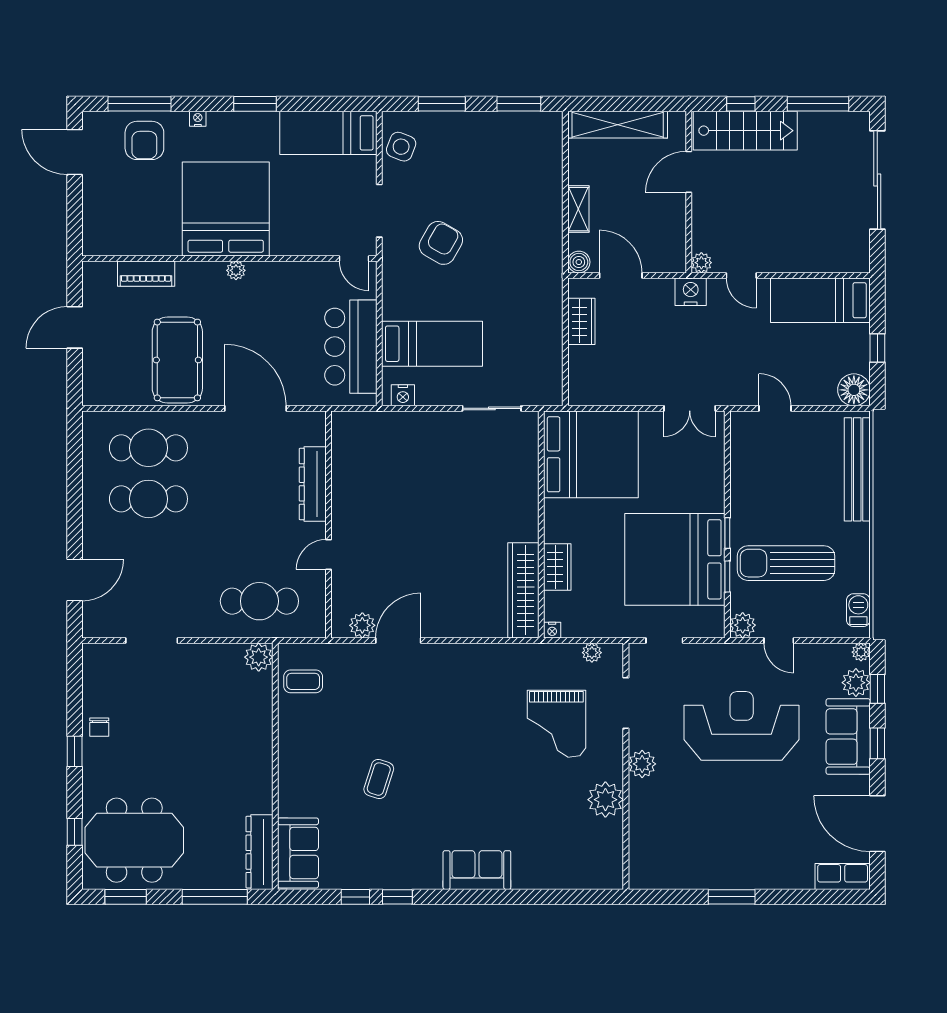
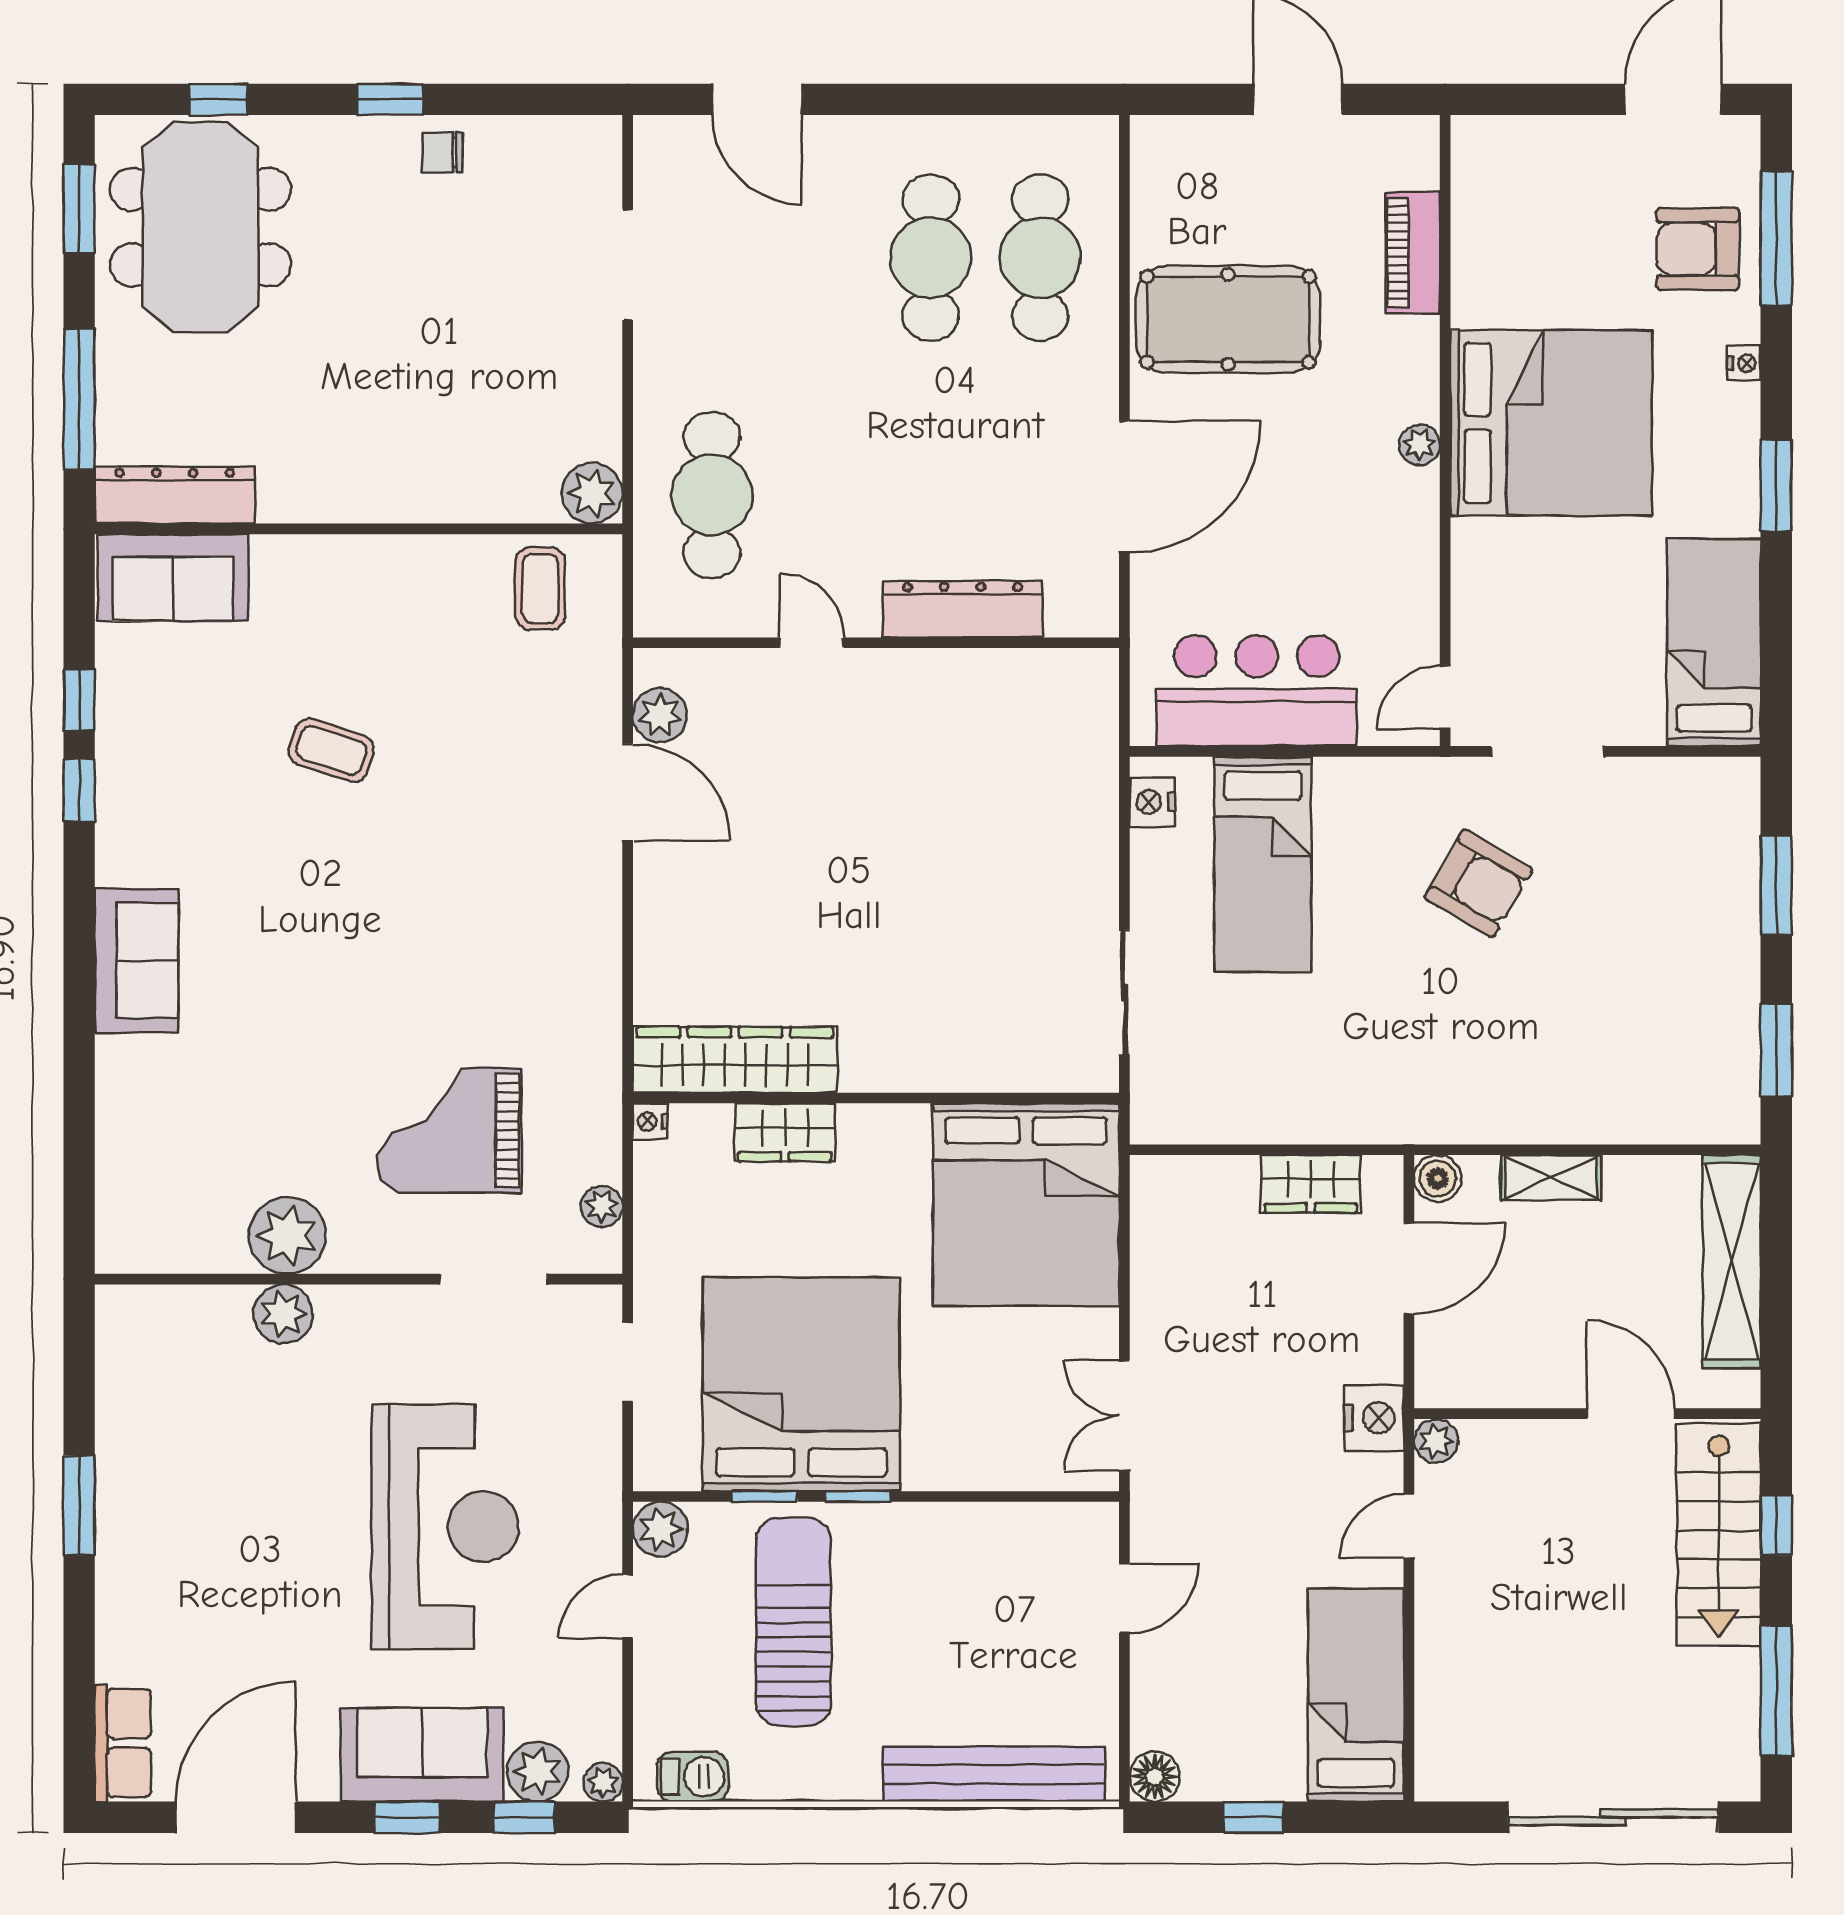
side table: (401, 147) -> (1685, 798), removed
floor lamp: (854, 390) -> (1155, 1777), width x0.73, depth x0.73
plant: (642, 764) -> (283, 1314), moved

